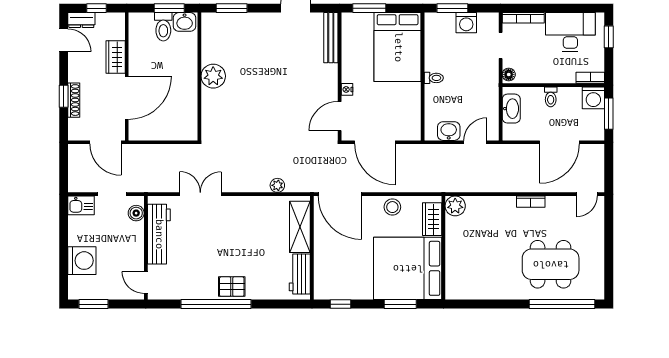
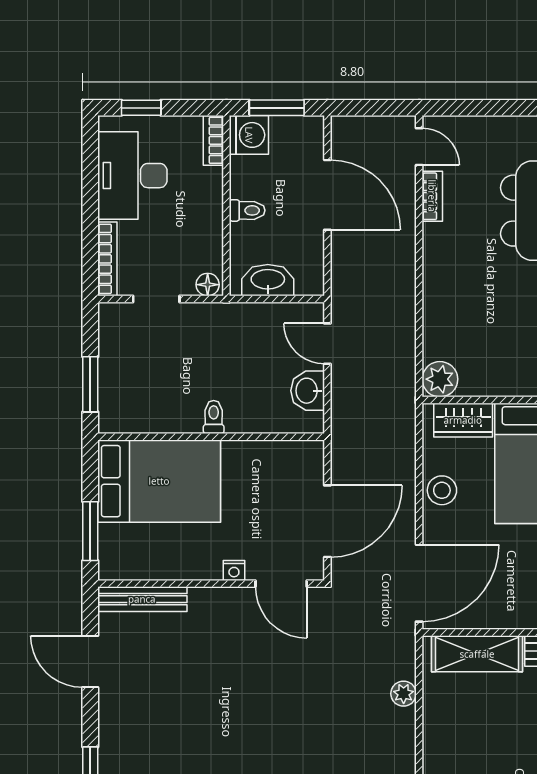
washing machine: (466, 23) -> (116, 360), removed
bookcase: (531, 202) -> (432, 196), moved

